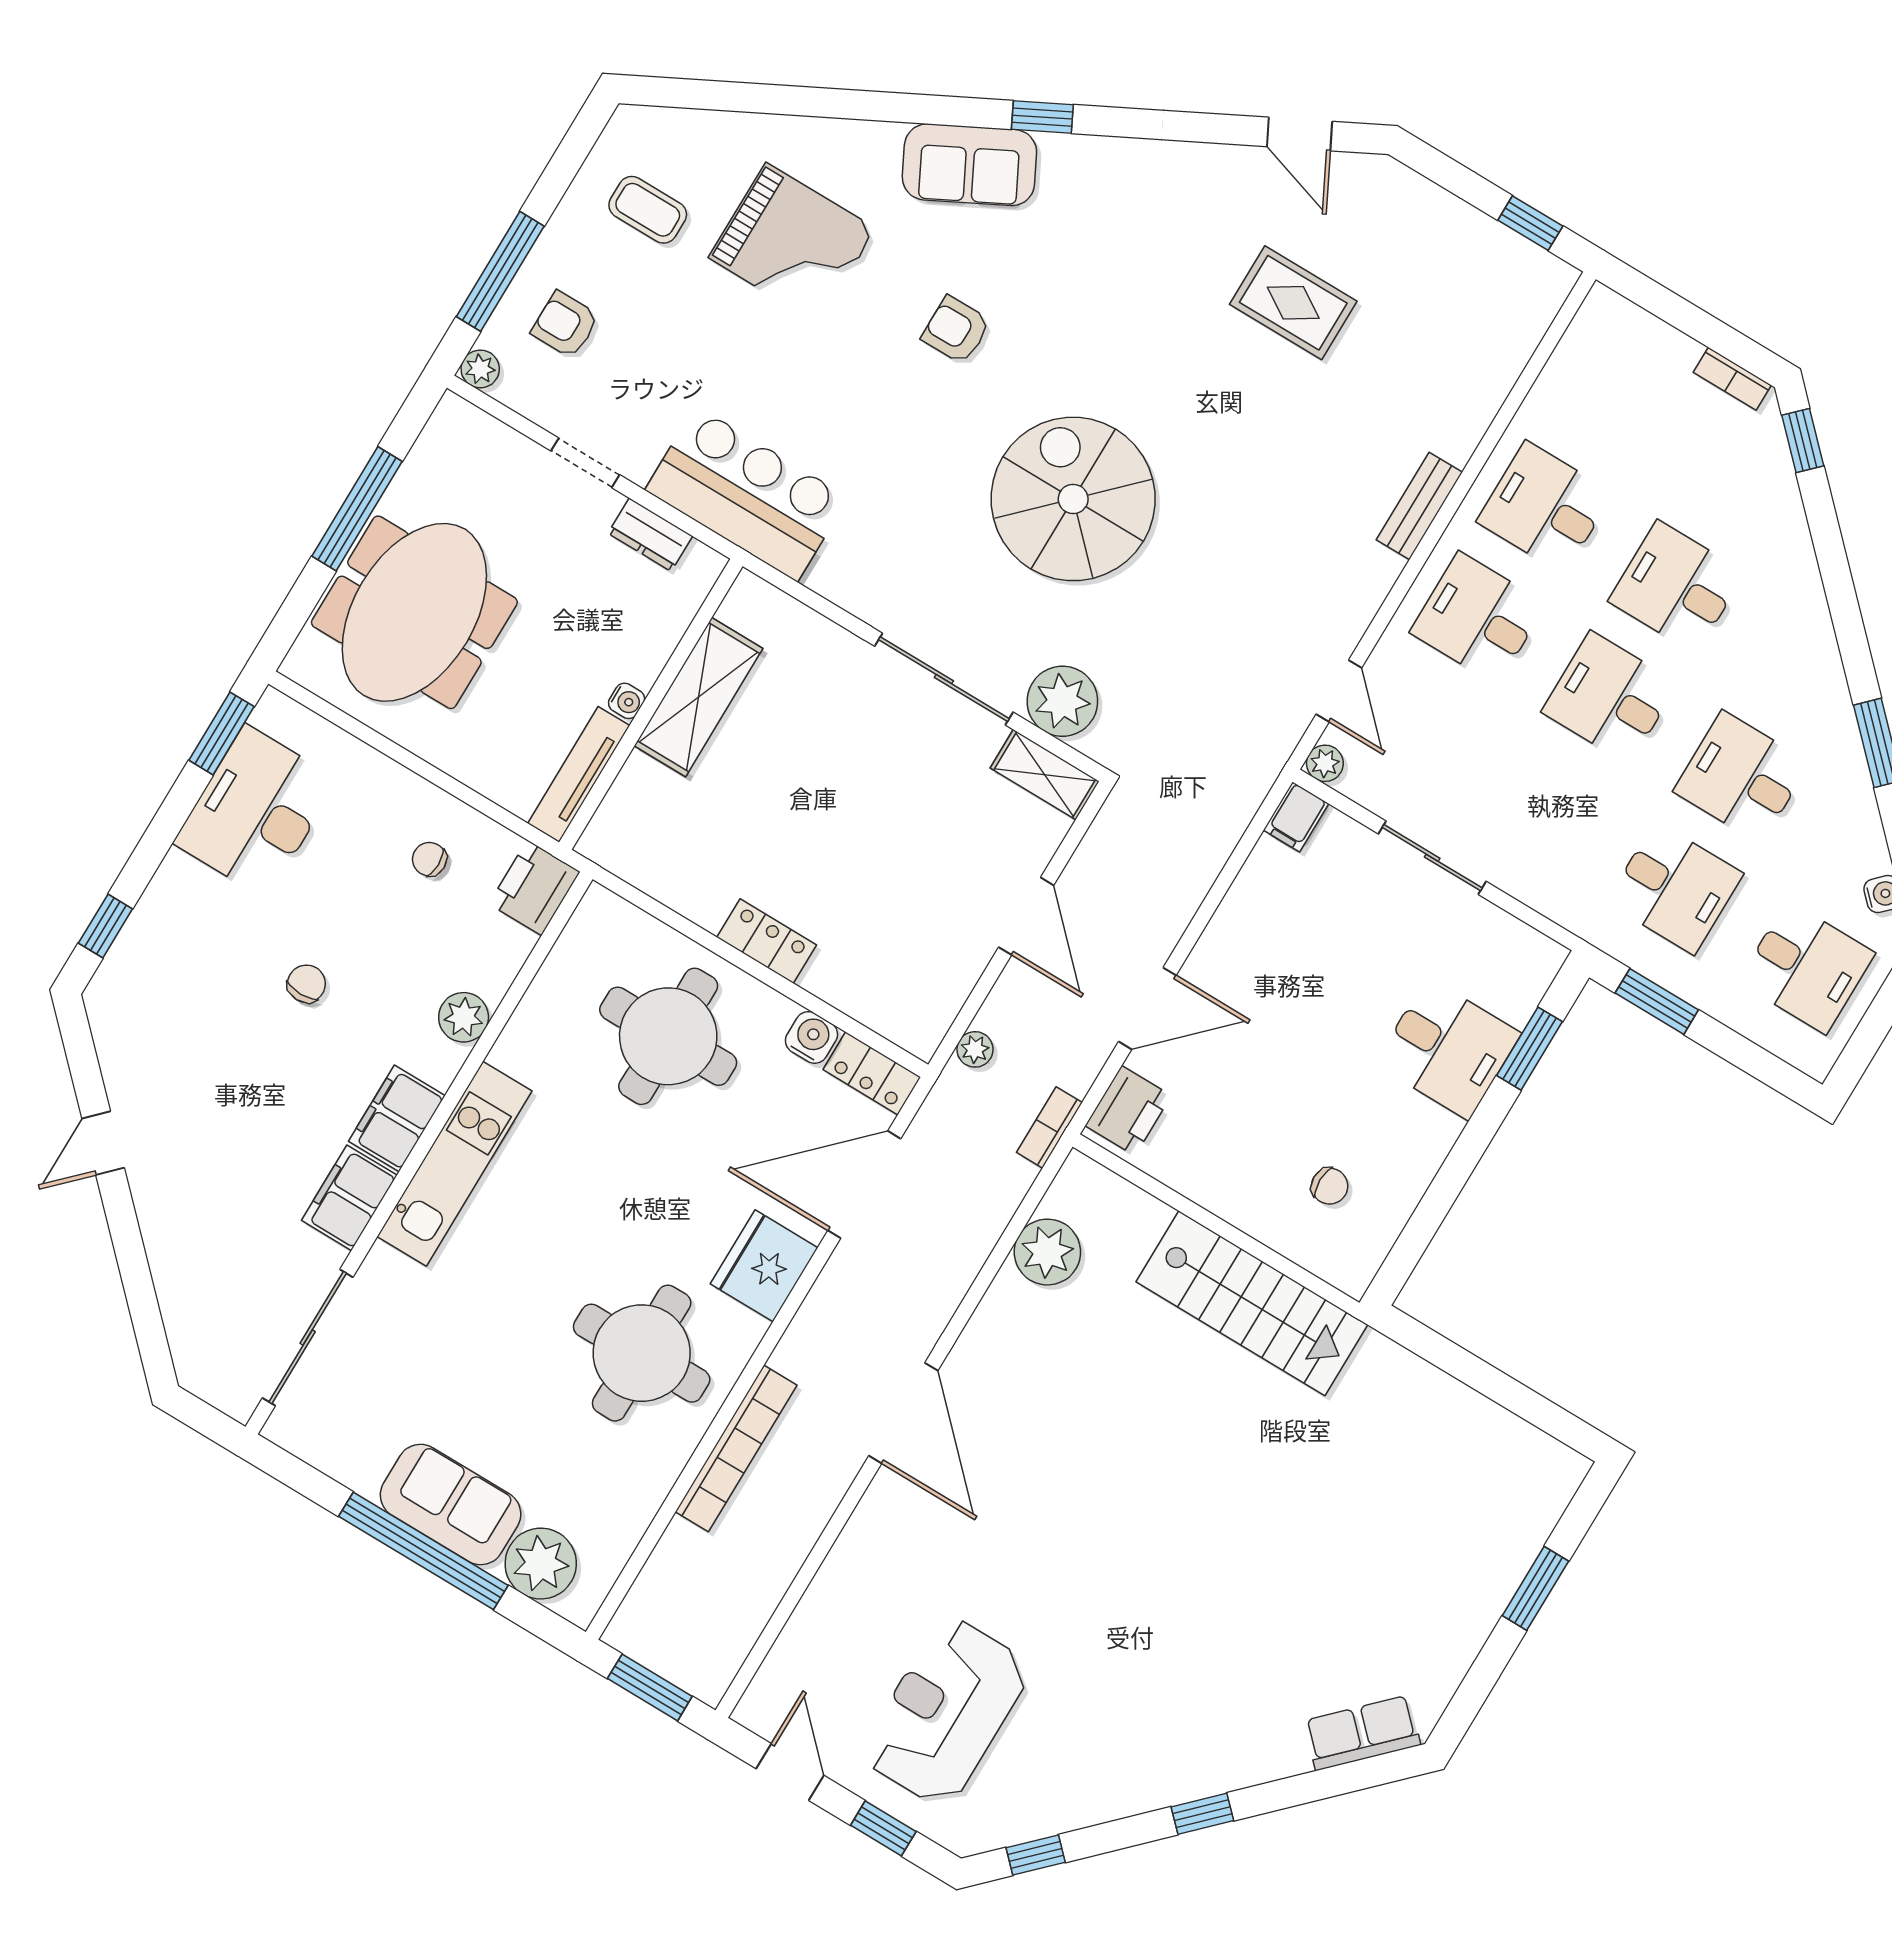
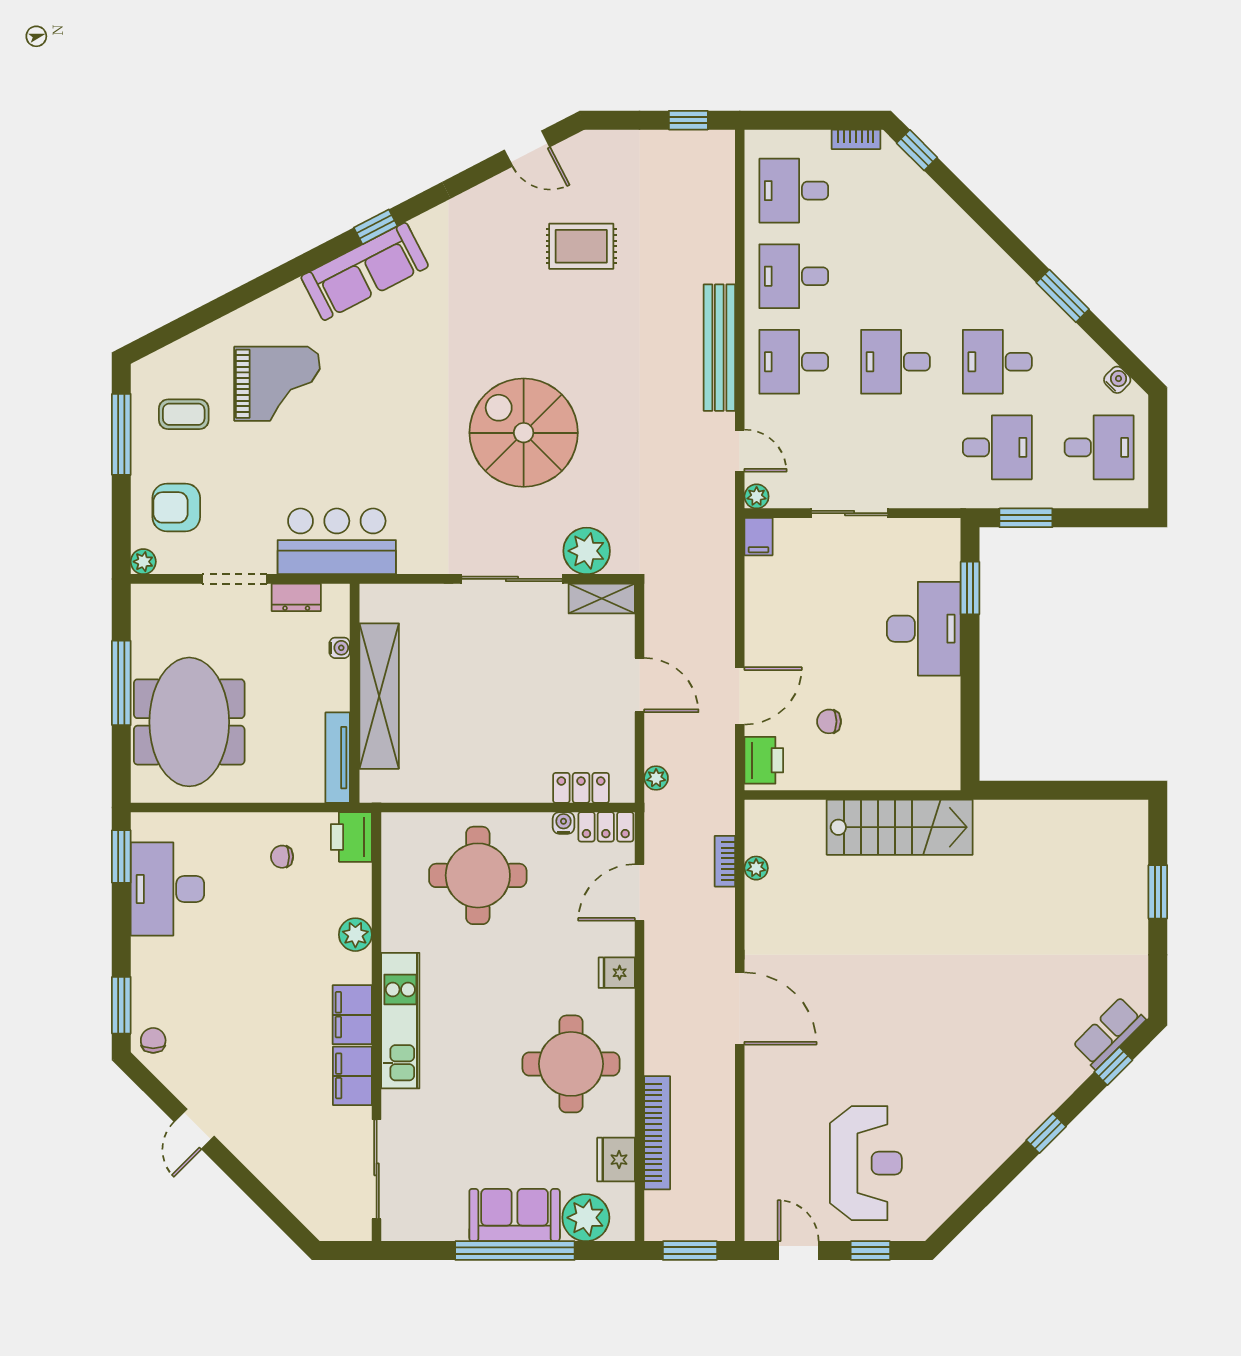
sofa: (969, 165) -> (365, 272), width x1.36
window: (500, 271) -> (121, 434), moved
armchair: (565, 325) -> (176, 507), width x1.38, depth x1.38
armchair: (956, 330) -> (399, 377), removed
doorway: (585, 463) -> (235, 579), width x1.38
bench: (1419, 506) -> (719, 348), width x1.86, depth x1.21
desk: (1677, 587) -> (794, 191), moved
shelving: (699, 697) -> (379, 696), width x1.47
water cooler: (627, 701) -> (340, 648), moved
window: (105, 926) -> (121, 1005), width x1.50
locker: (767, 941) -> (581, 788), moved
chair: (306, 984) -> (153, 1040), moved
water cooler: (811, 1037) -> (564, 823), width x0.72, depth x0.72
desk: (1448, 1049) -> (924, 629), width x1.37
bookcase: (1049, 1127) -> (725, 861), moved
door: (864, 1185) -> (640, 892), width x0.73
chair: (1330, 1186) -> (829, 721), moved, turned 180
plant: (1047, 1252) -> (756, 868), width x0.53, depth x0.53
fridge: (764, 1266) -> (617, 973), width x0.53, depth x0.75
bookcase: (736, 1448) -> (657, 1133), moved
fridge: (625, 1512) -> (616, 1160), added
reception desk: (946, 1712) -> (866, 1163), turned 180
window: (1036, 1855) -> (1113, 1066), moved

